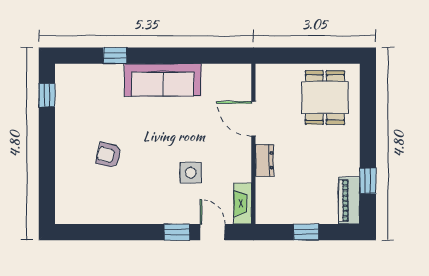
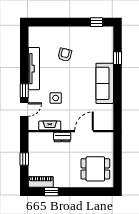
fireplace: (243, 204) -> (50, 125), moved
tv unit: (135, 214) -> (34, 69), added

